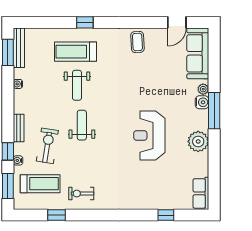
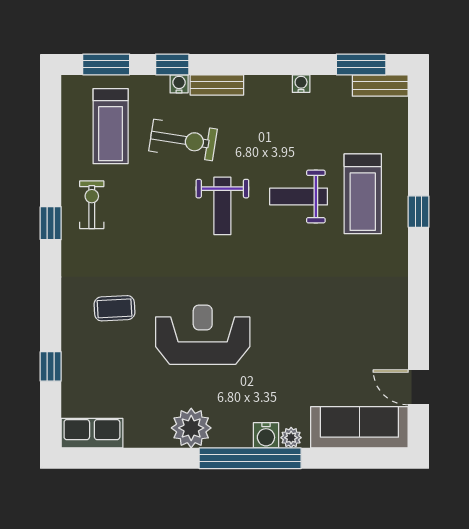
coffee table: (137, 42) -> (115, 308), moved
bench: (19, 48) -> (380, 86), width x0.73
treadmill: (75, 52) -> (363, 194), turned 180
window: (214, 111) -> (250, 458), width x1.46
weight bench: (82, 125) -> (222, 206), turned 90
water cooler: (18, 160) -> (179, 84), moved
window: (57, 215) -> (51, 223), moved

